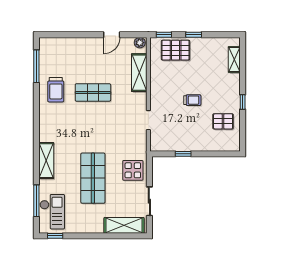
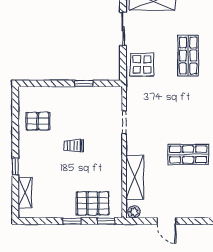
door: (112, 35) -> (167, 221), swing flipped
window: (243, 102) -> (15, 167), moved
shop shelf: (93, 178) -> (188, 56), width x0.70, depth x0.74

